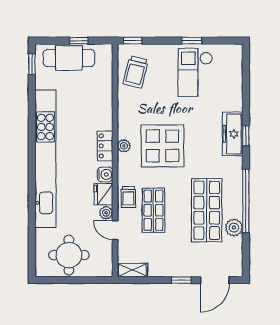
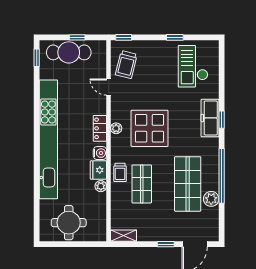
checkout: (195, 72) -> (193, 66), moved
door: (115, 230) -> (109, 87), moved

